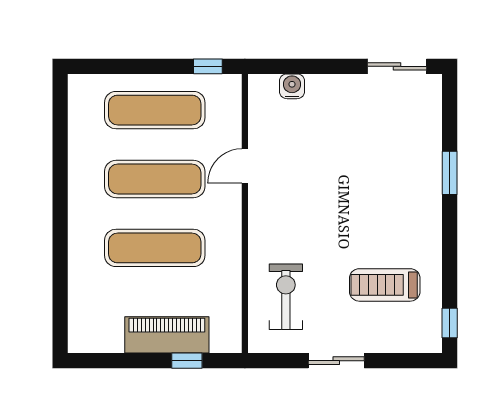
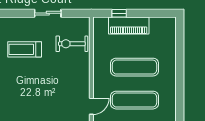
treadmill: (385, 285) -> (25, 49), turned 180
exercise bike: (286, 297) -> (72, 44), turned 90

